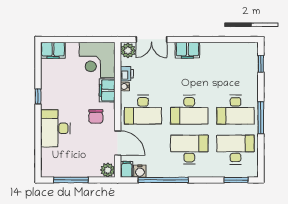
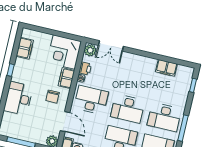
filing cabinet: (53, 50) -> (25, 48), moved, turned -90
filing cabinet: (187, 50) -> (166, 68), moved
desk: (143, 110) -> (91, 100), turned 180

